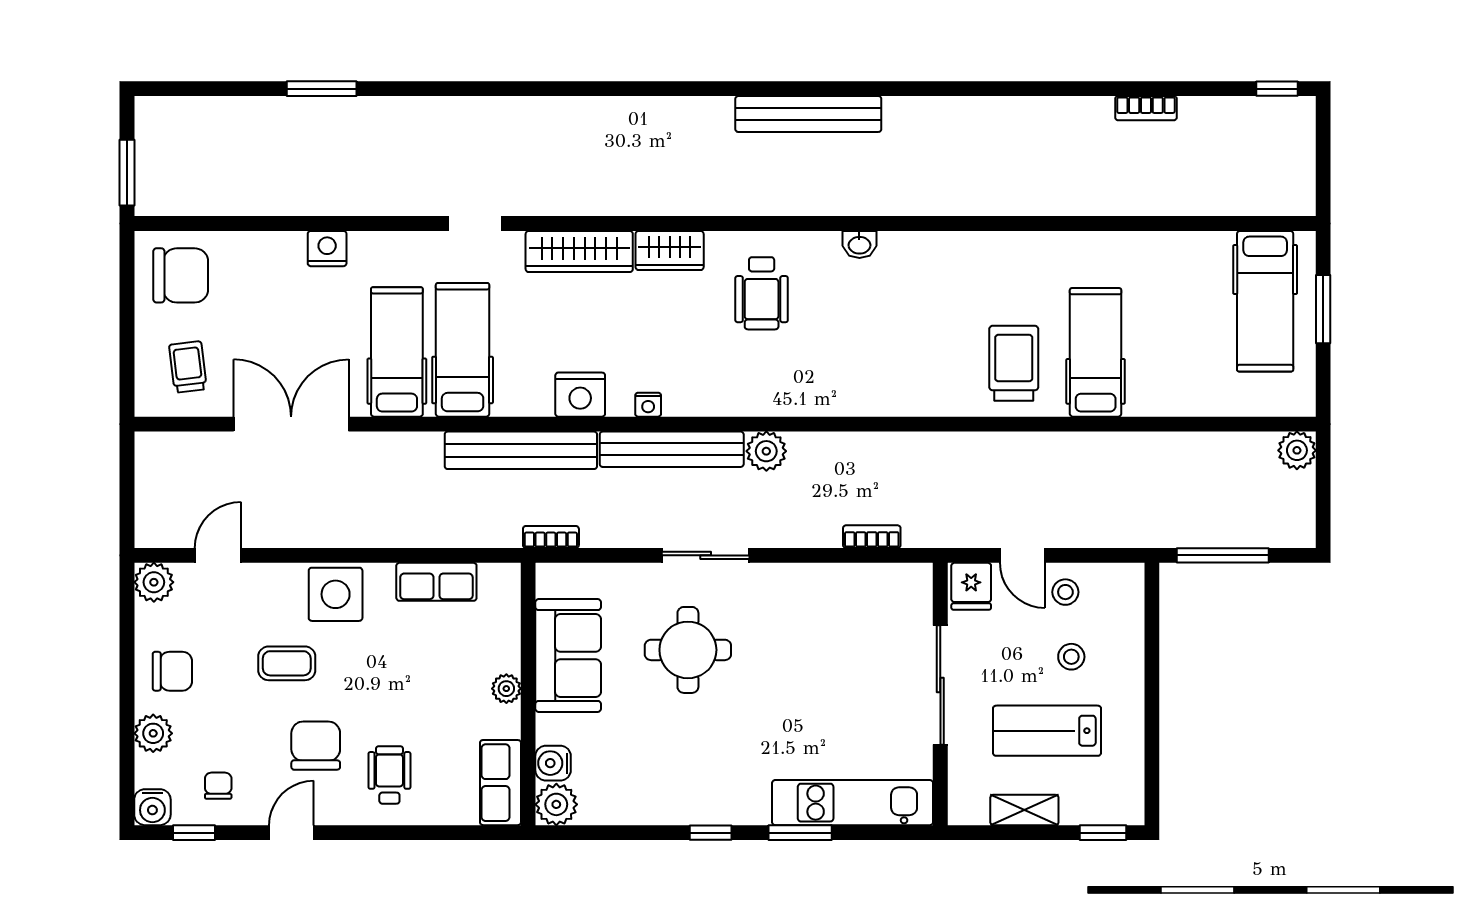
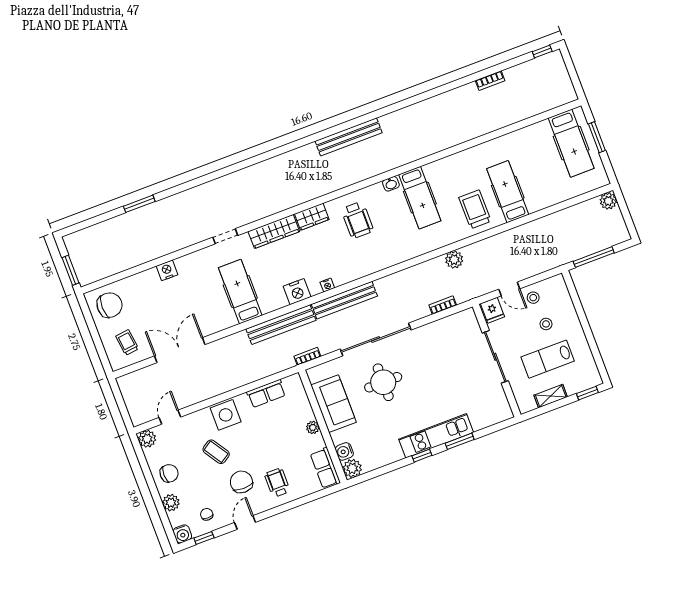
hospital bed: (397, 352) -> (420, 198), moved, turned 180
plant: (766, 451) -> (454, 260), moved
sliding door: (706, 555) -> (376, 339), width x1.86
coffee table: (287, 663) -> (216, 452), turned 57
kitchen unit: (853, 803) -> (436, 436), moved

